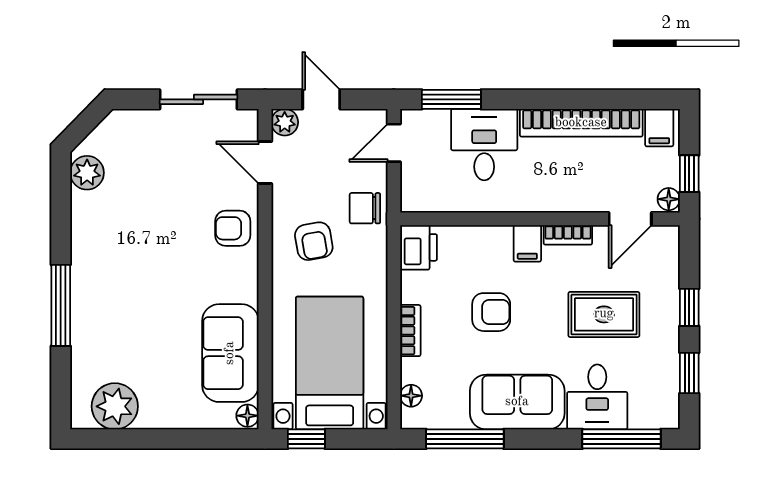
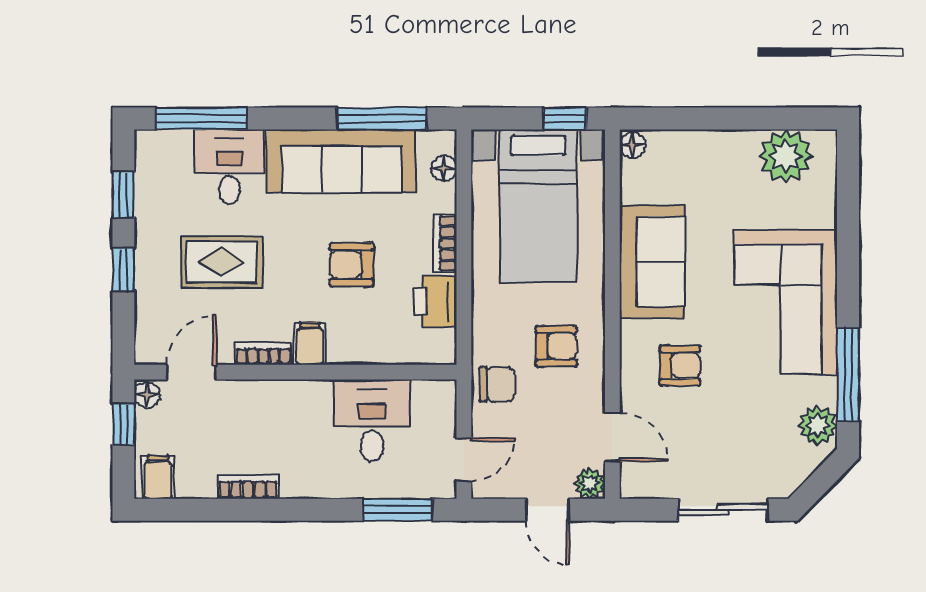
sliding door: (198, 99) -> (723, 510), moved
bookcase: (581, 123) -> (248, 487), width x0.43, depth x0.76
desk: (484, 145) -> (372, 421), moved, turned 180
armchair: (233, 228) -> (680, 366), moved
armchair: (314, 241) -> (556, 346), turned 100
printer: (419, 247) -> (435, 301), moved
corner sofa: (115, 280) -> (786, 302), added
window: (61, 305) -> (848, 374), moved
sofa: (230, 353) -> (652, 262), moved
sofa: (517, 402) -> (341, 161), width x1.36

